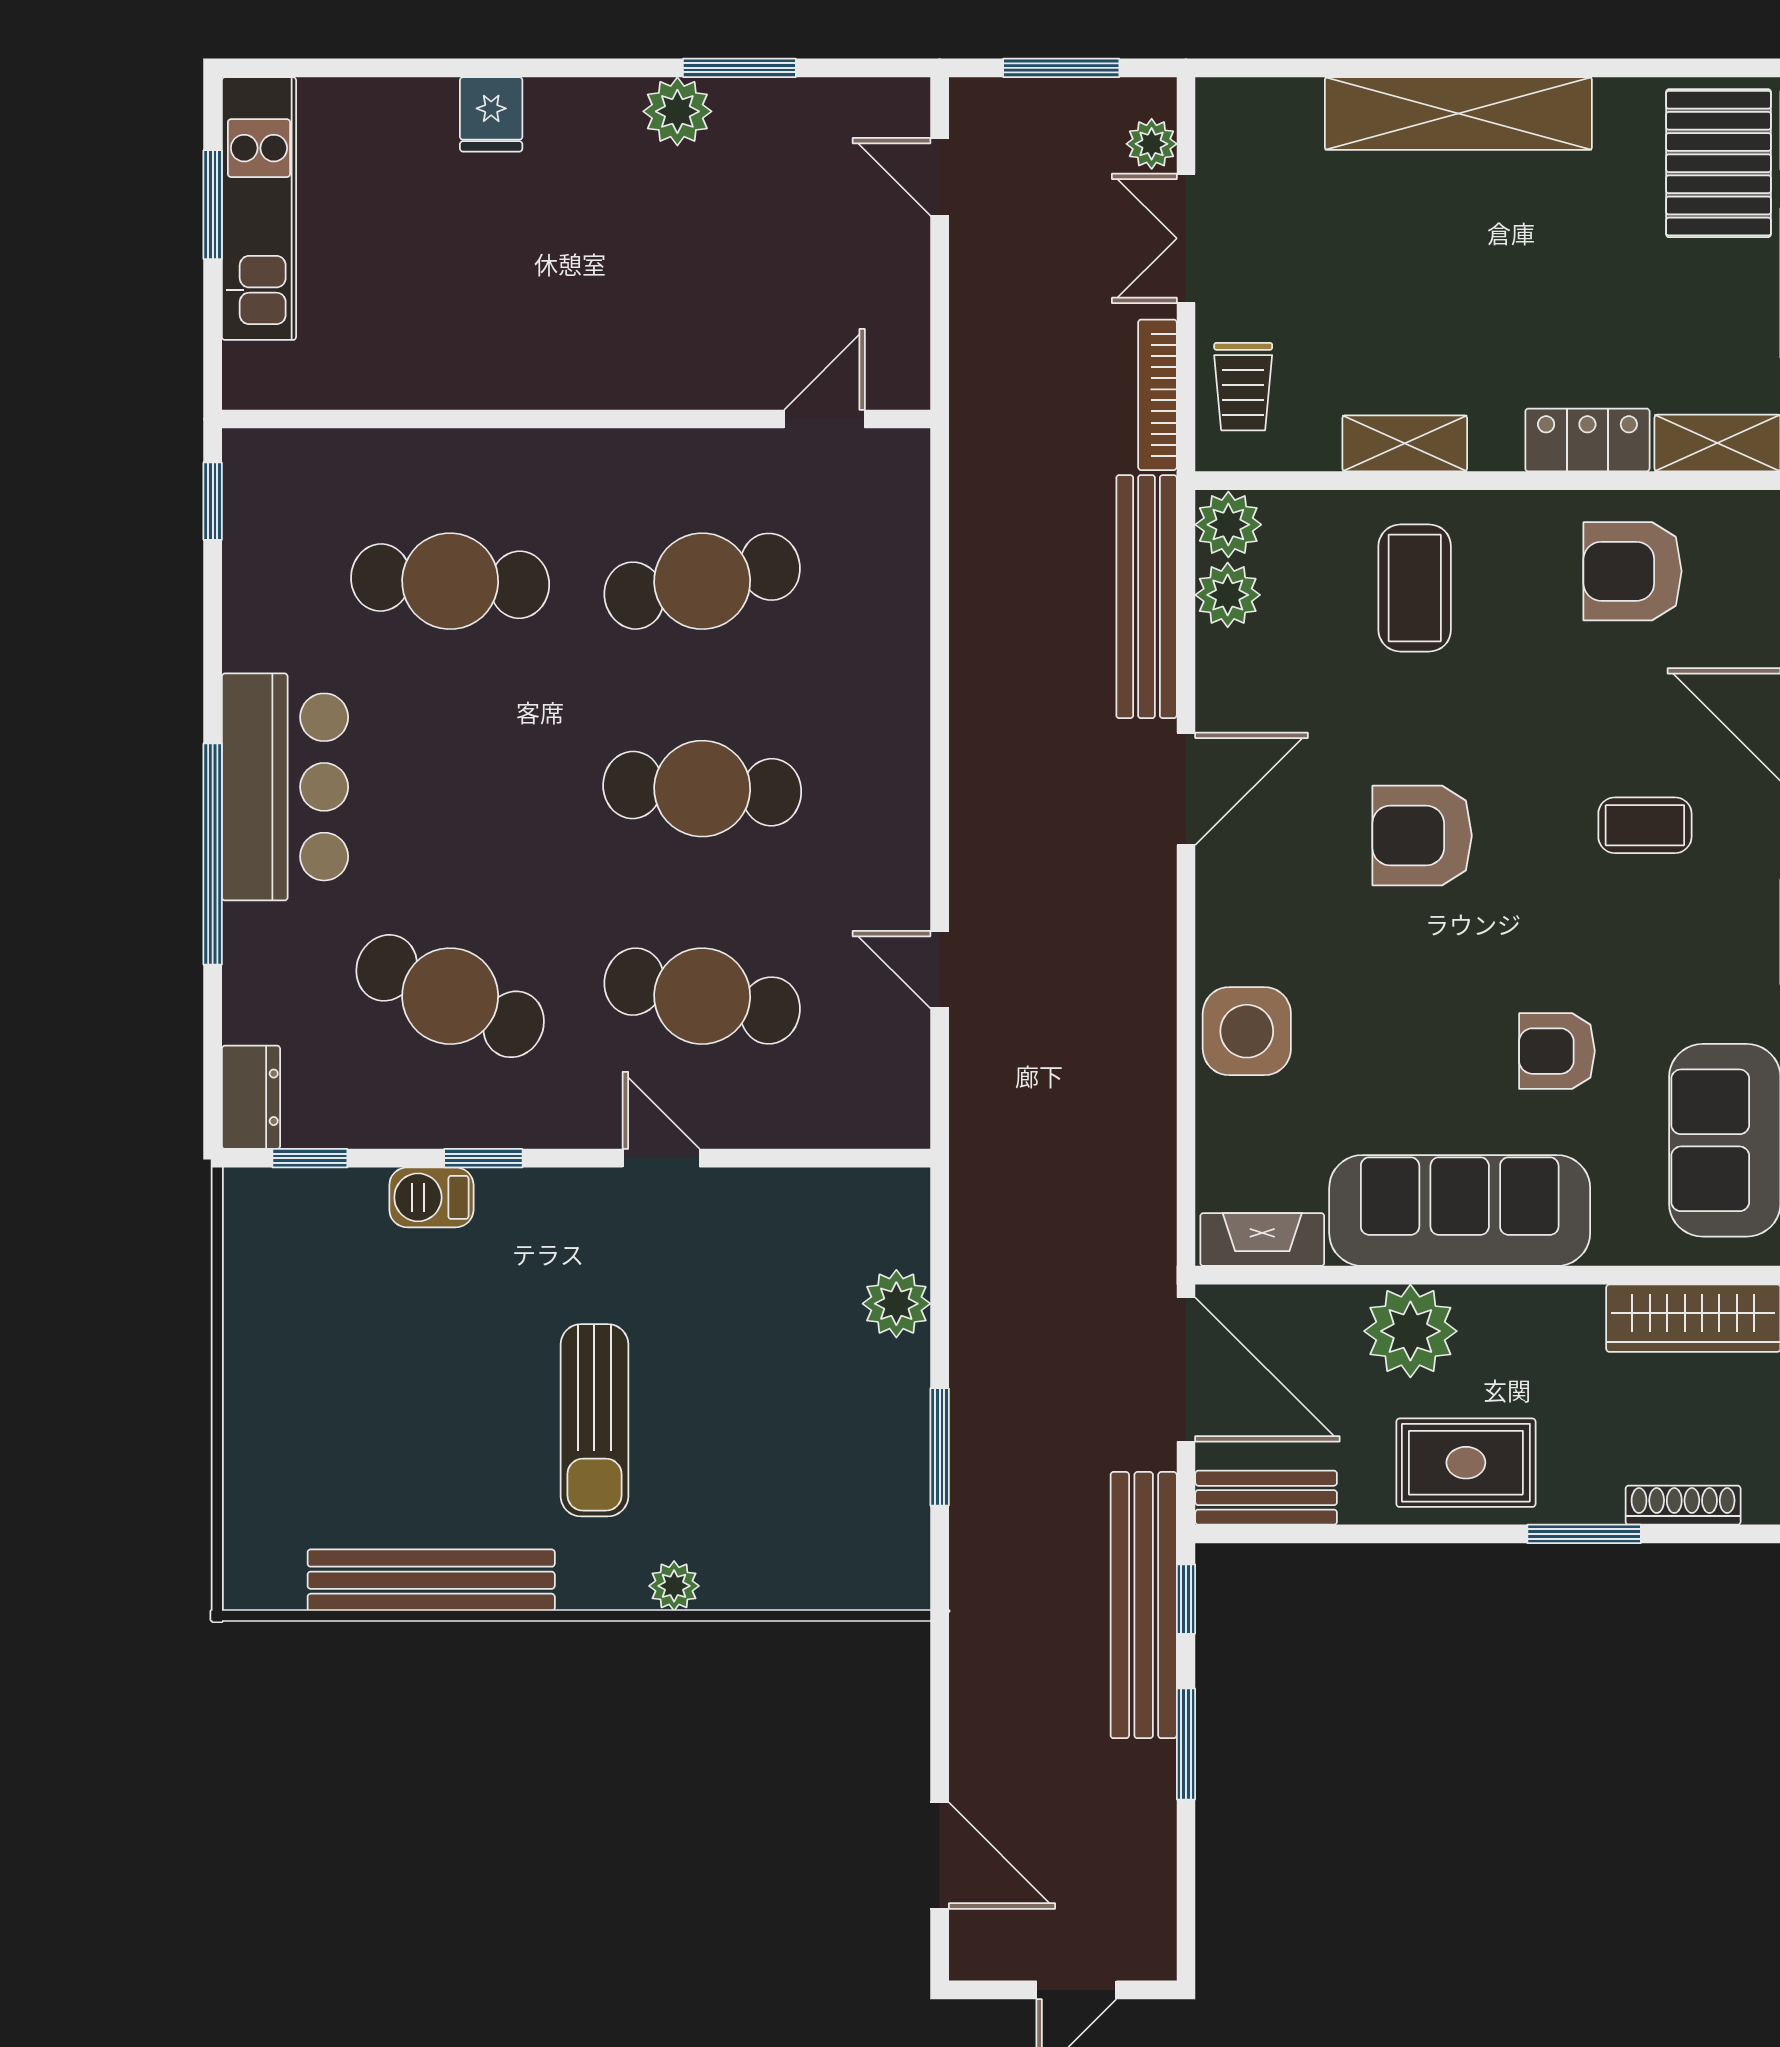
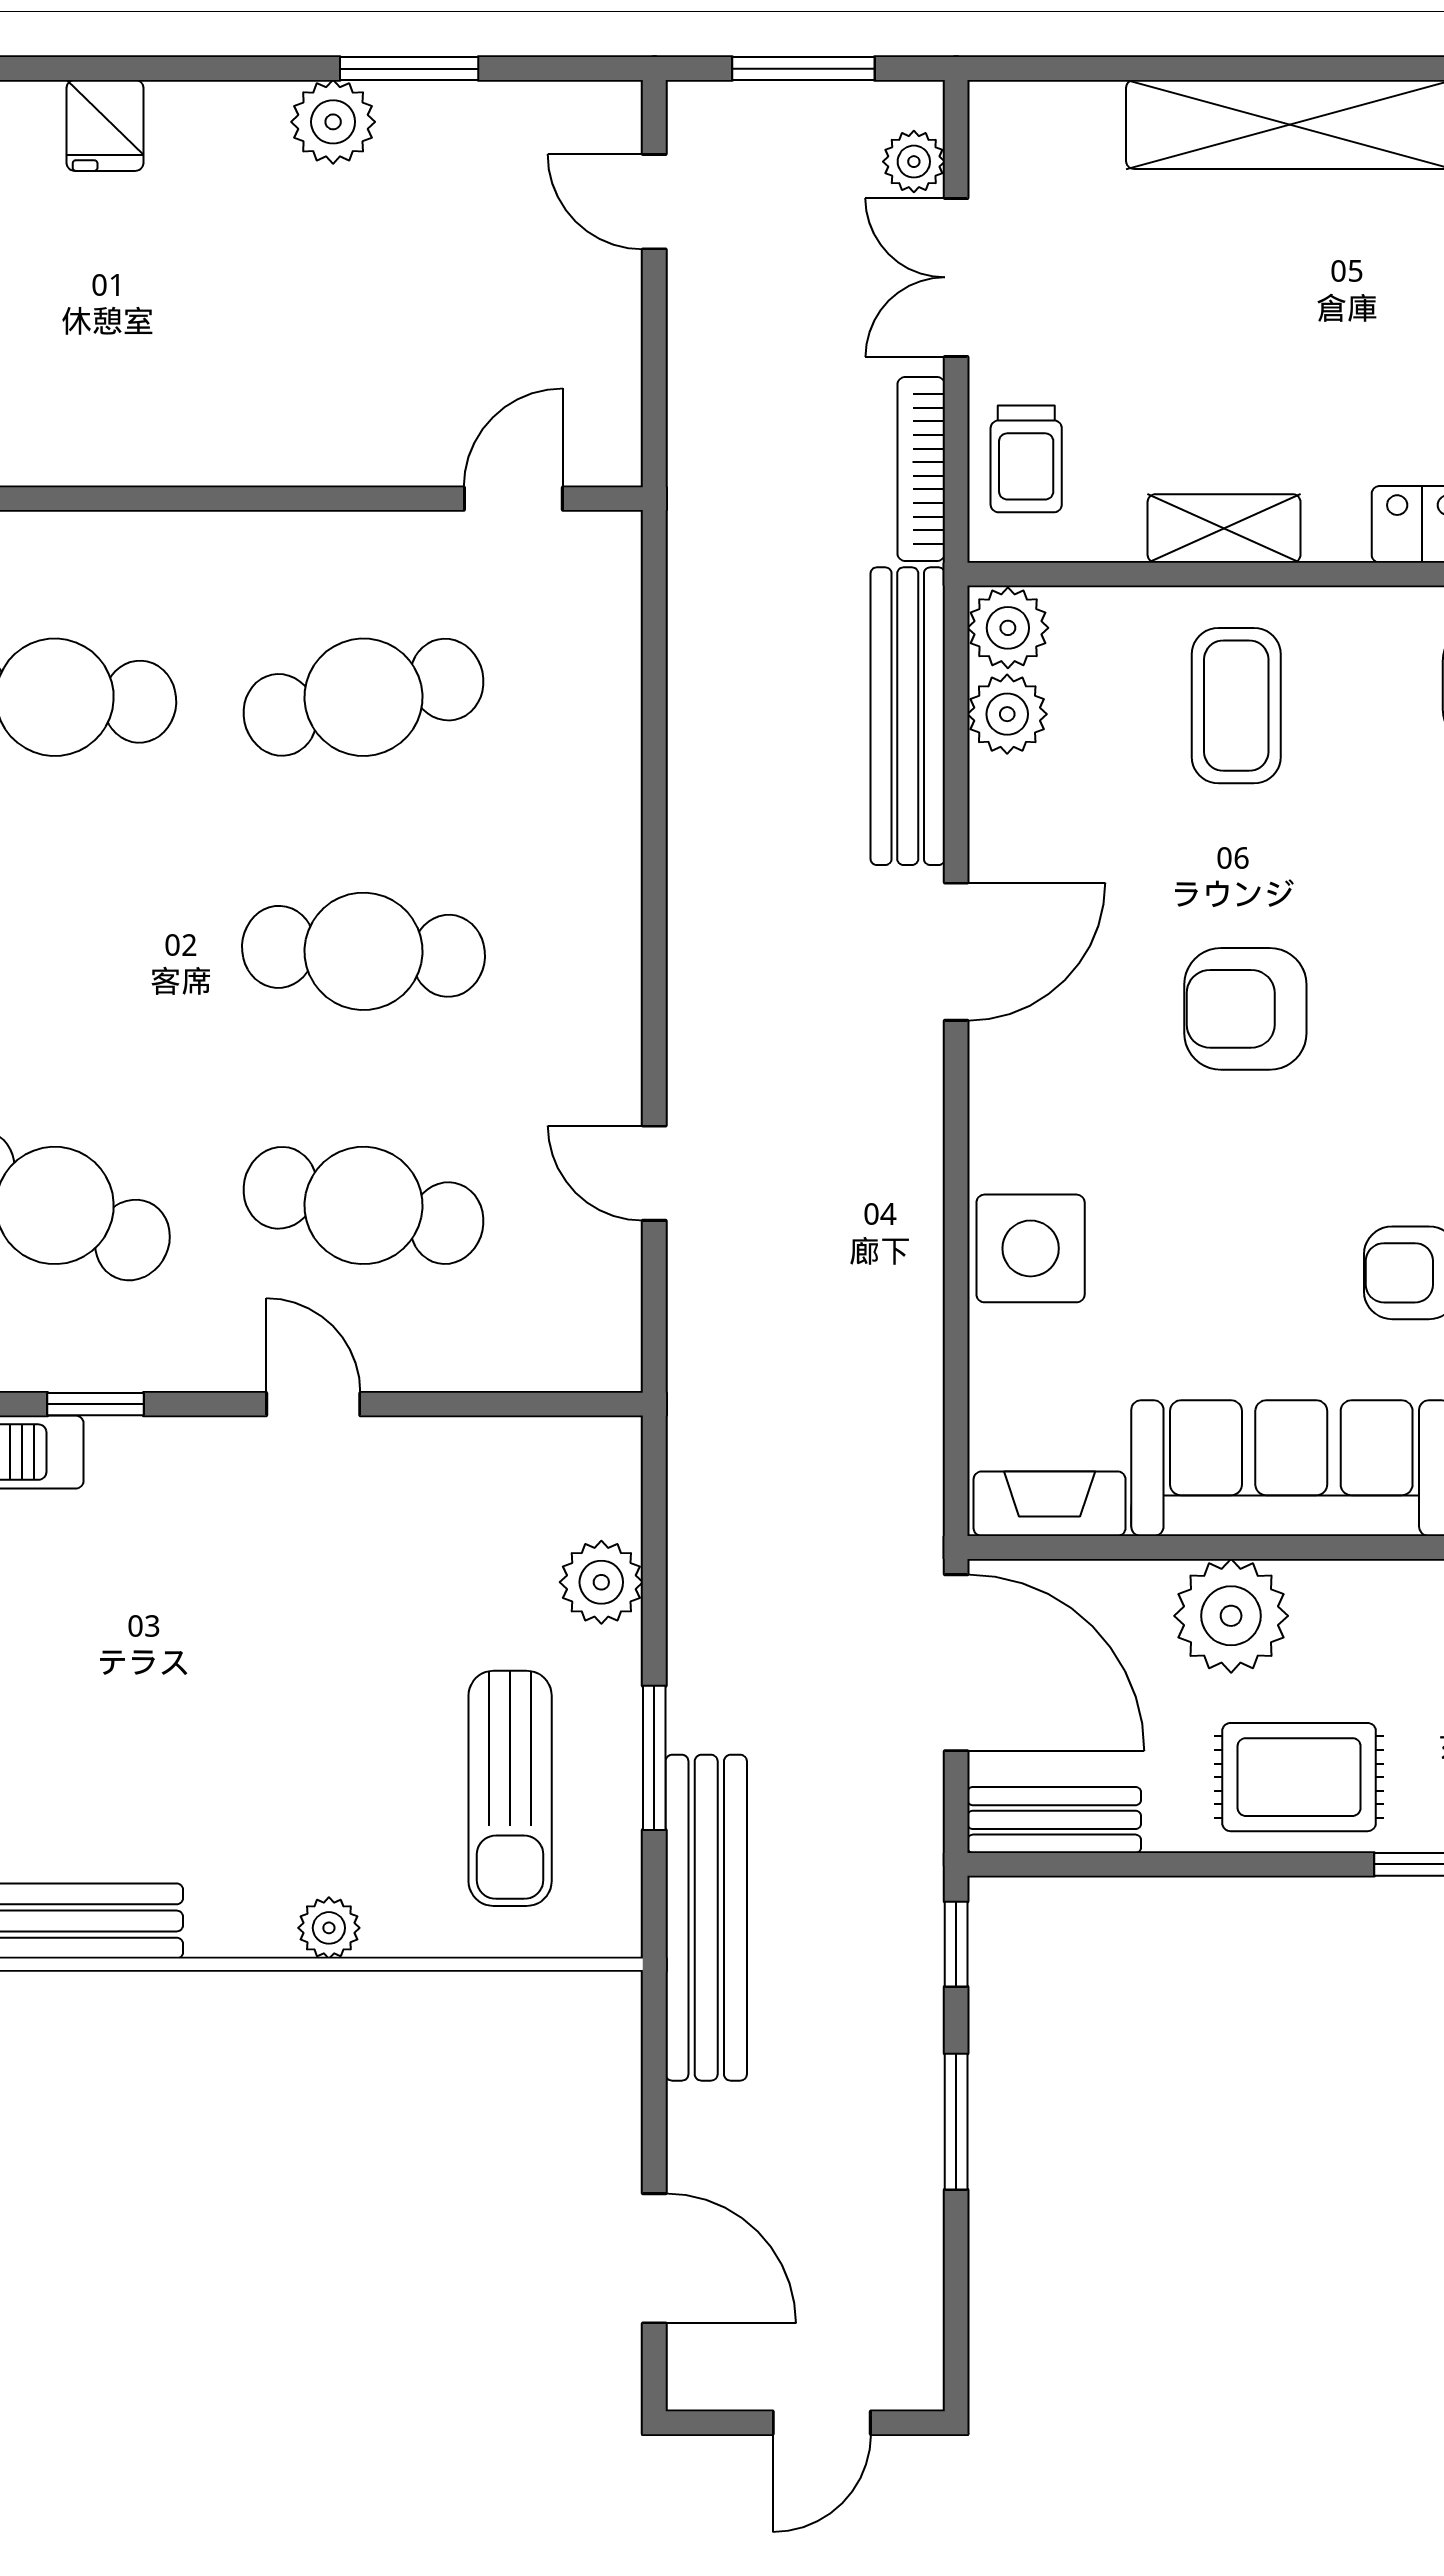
sun lounger: (594, 1420) -> (510, 1788), moved
bench: (1144, 1605) -> (706, 1918), moved

